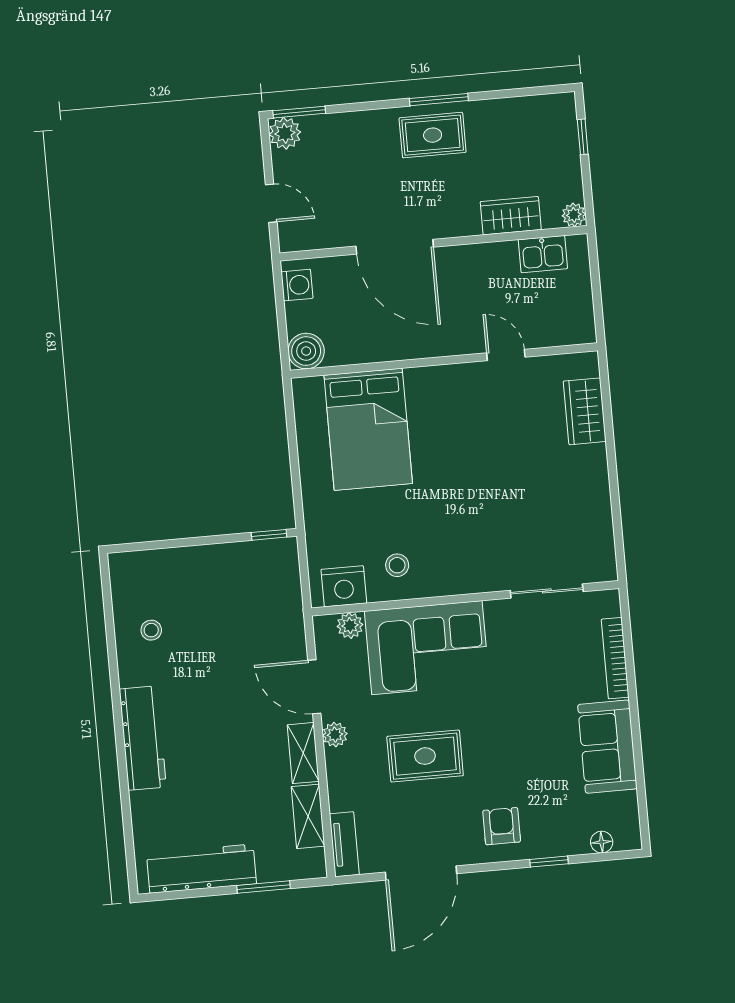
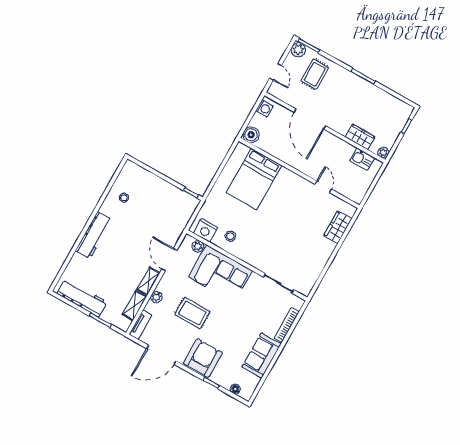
rug: (433, 135) -> (315, 74), moved, turned 90
plant: (335, 735) -> (156, 297), moved
armchair: (502, 826) -> (203, 358), width x1.88, depth x1.88

